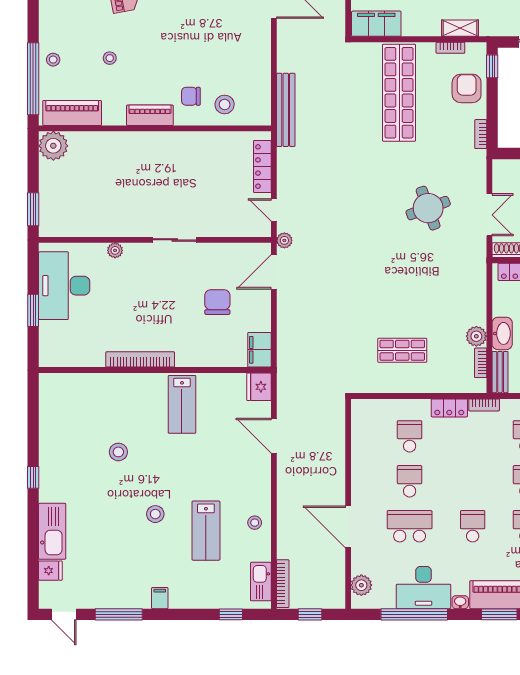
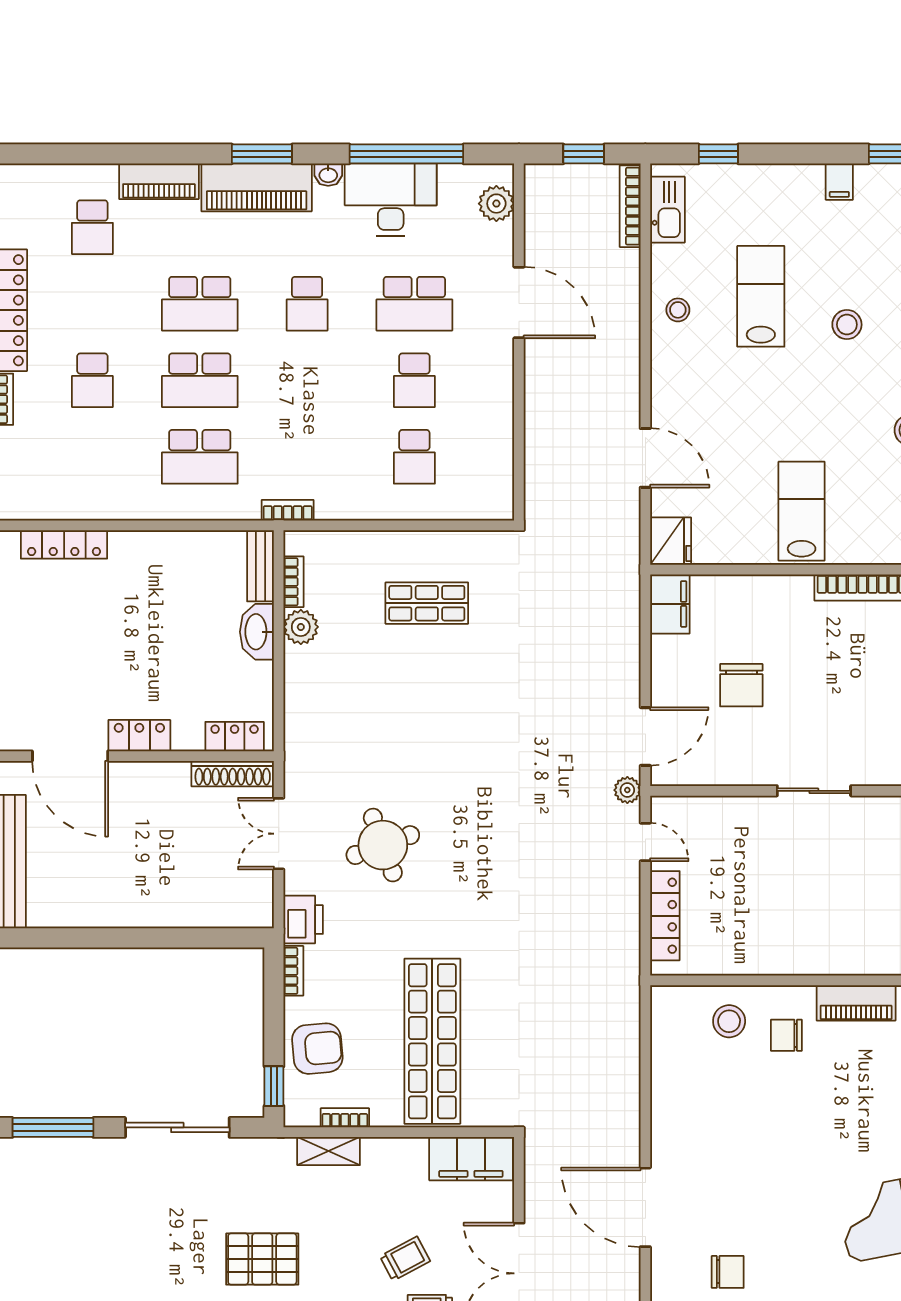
armchair: (467, 88) -> (317, 1049), turned -95
chair: (191, 96) -> (786, 1035), turned 180
bench: (286, 110) -> (625, 1012), removed
printer: (475, 164) -> (303, 920), added
locker: (449, 408) -> (347, 505), removed

